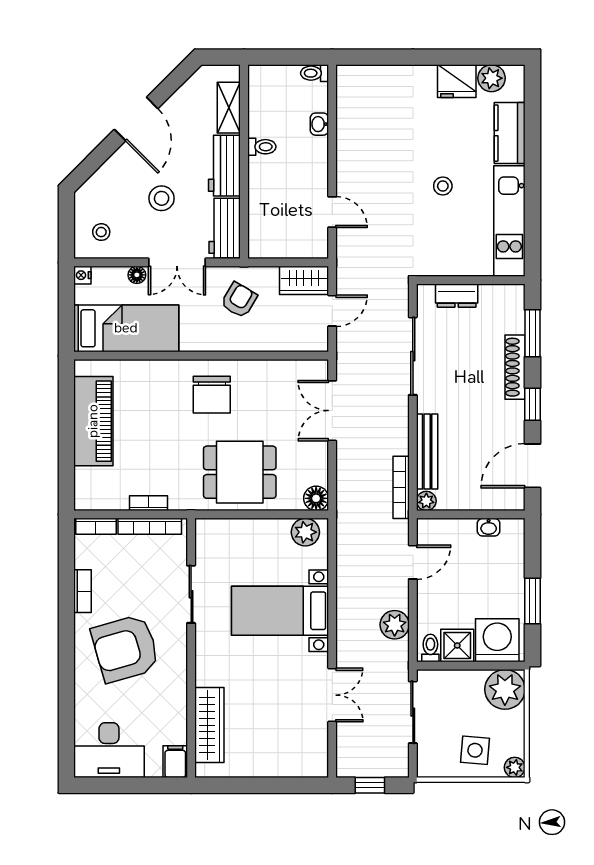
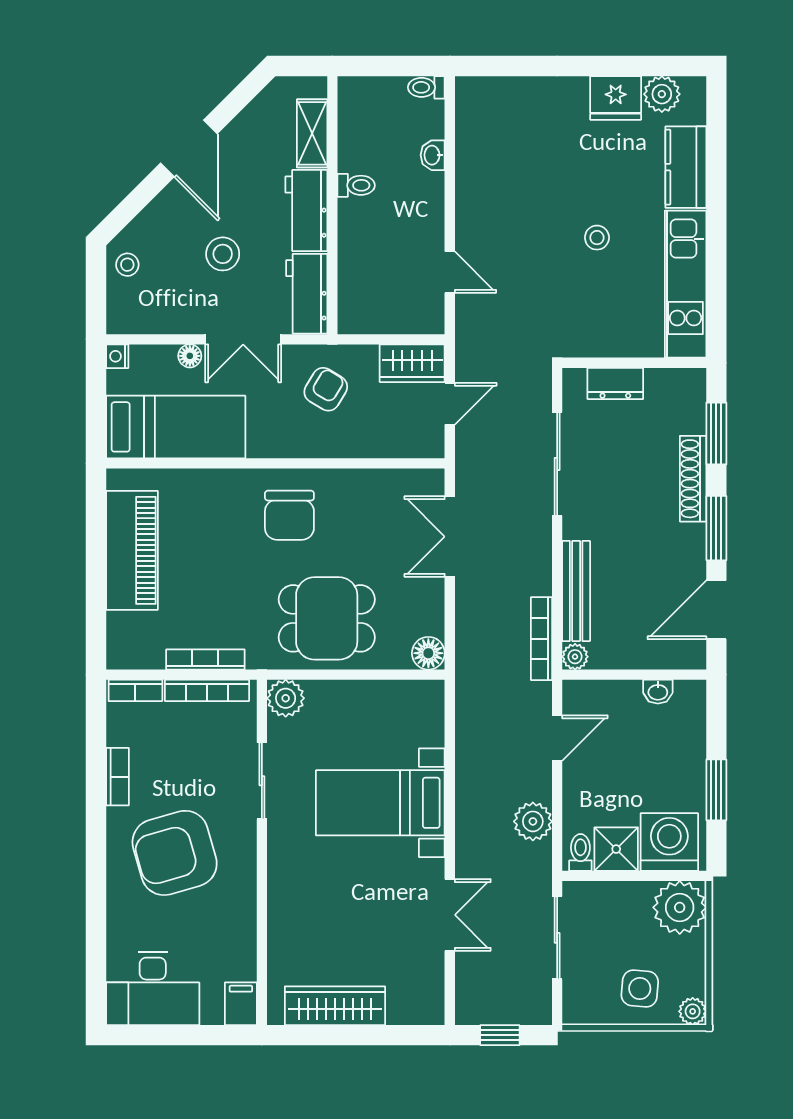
stool: (101, 232) -> (127, 265), moved
window: (532, 404) -> (716, 528), width x1.50
bookcase: (149, 503) -> (205, 660), width x1.56
plant: (305, 532) -> (286, 698), moved
wardrobe: (209, 725) -> (335, 1006), moved, turned -90

